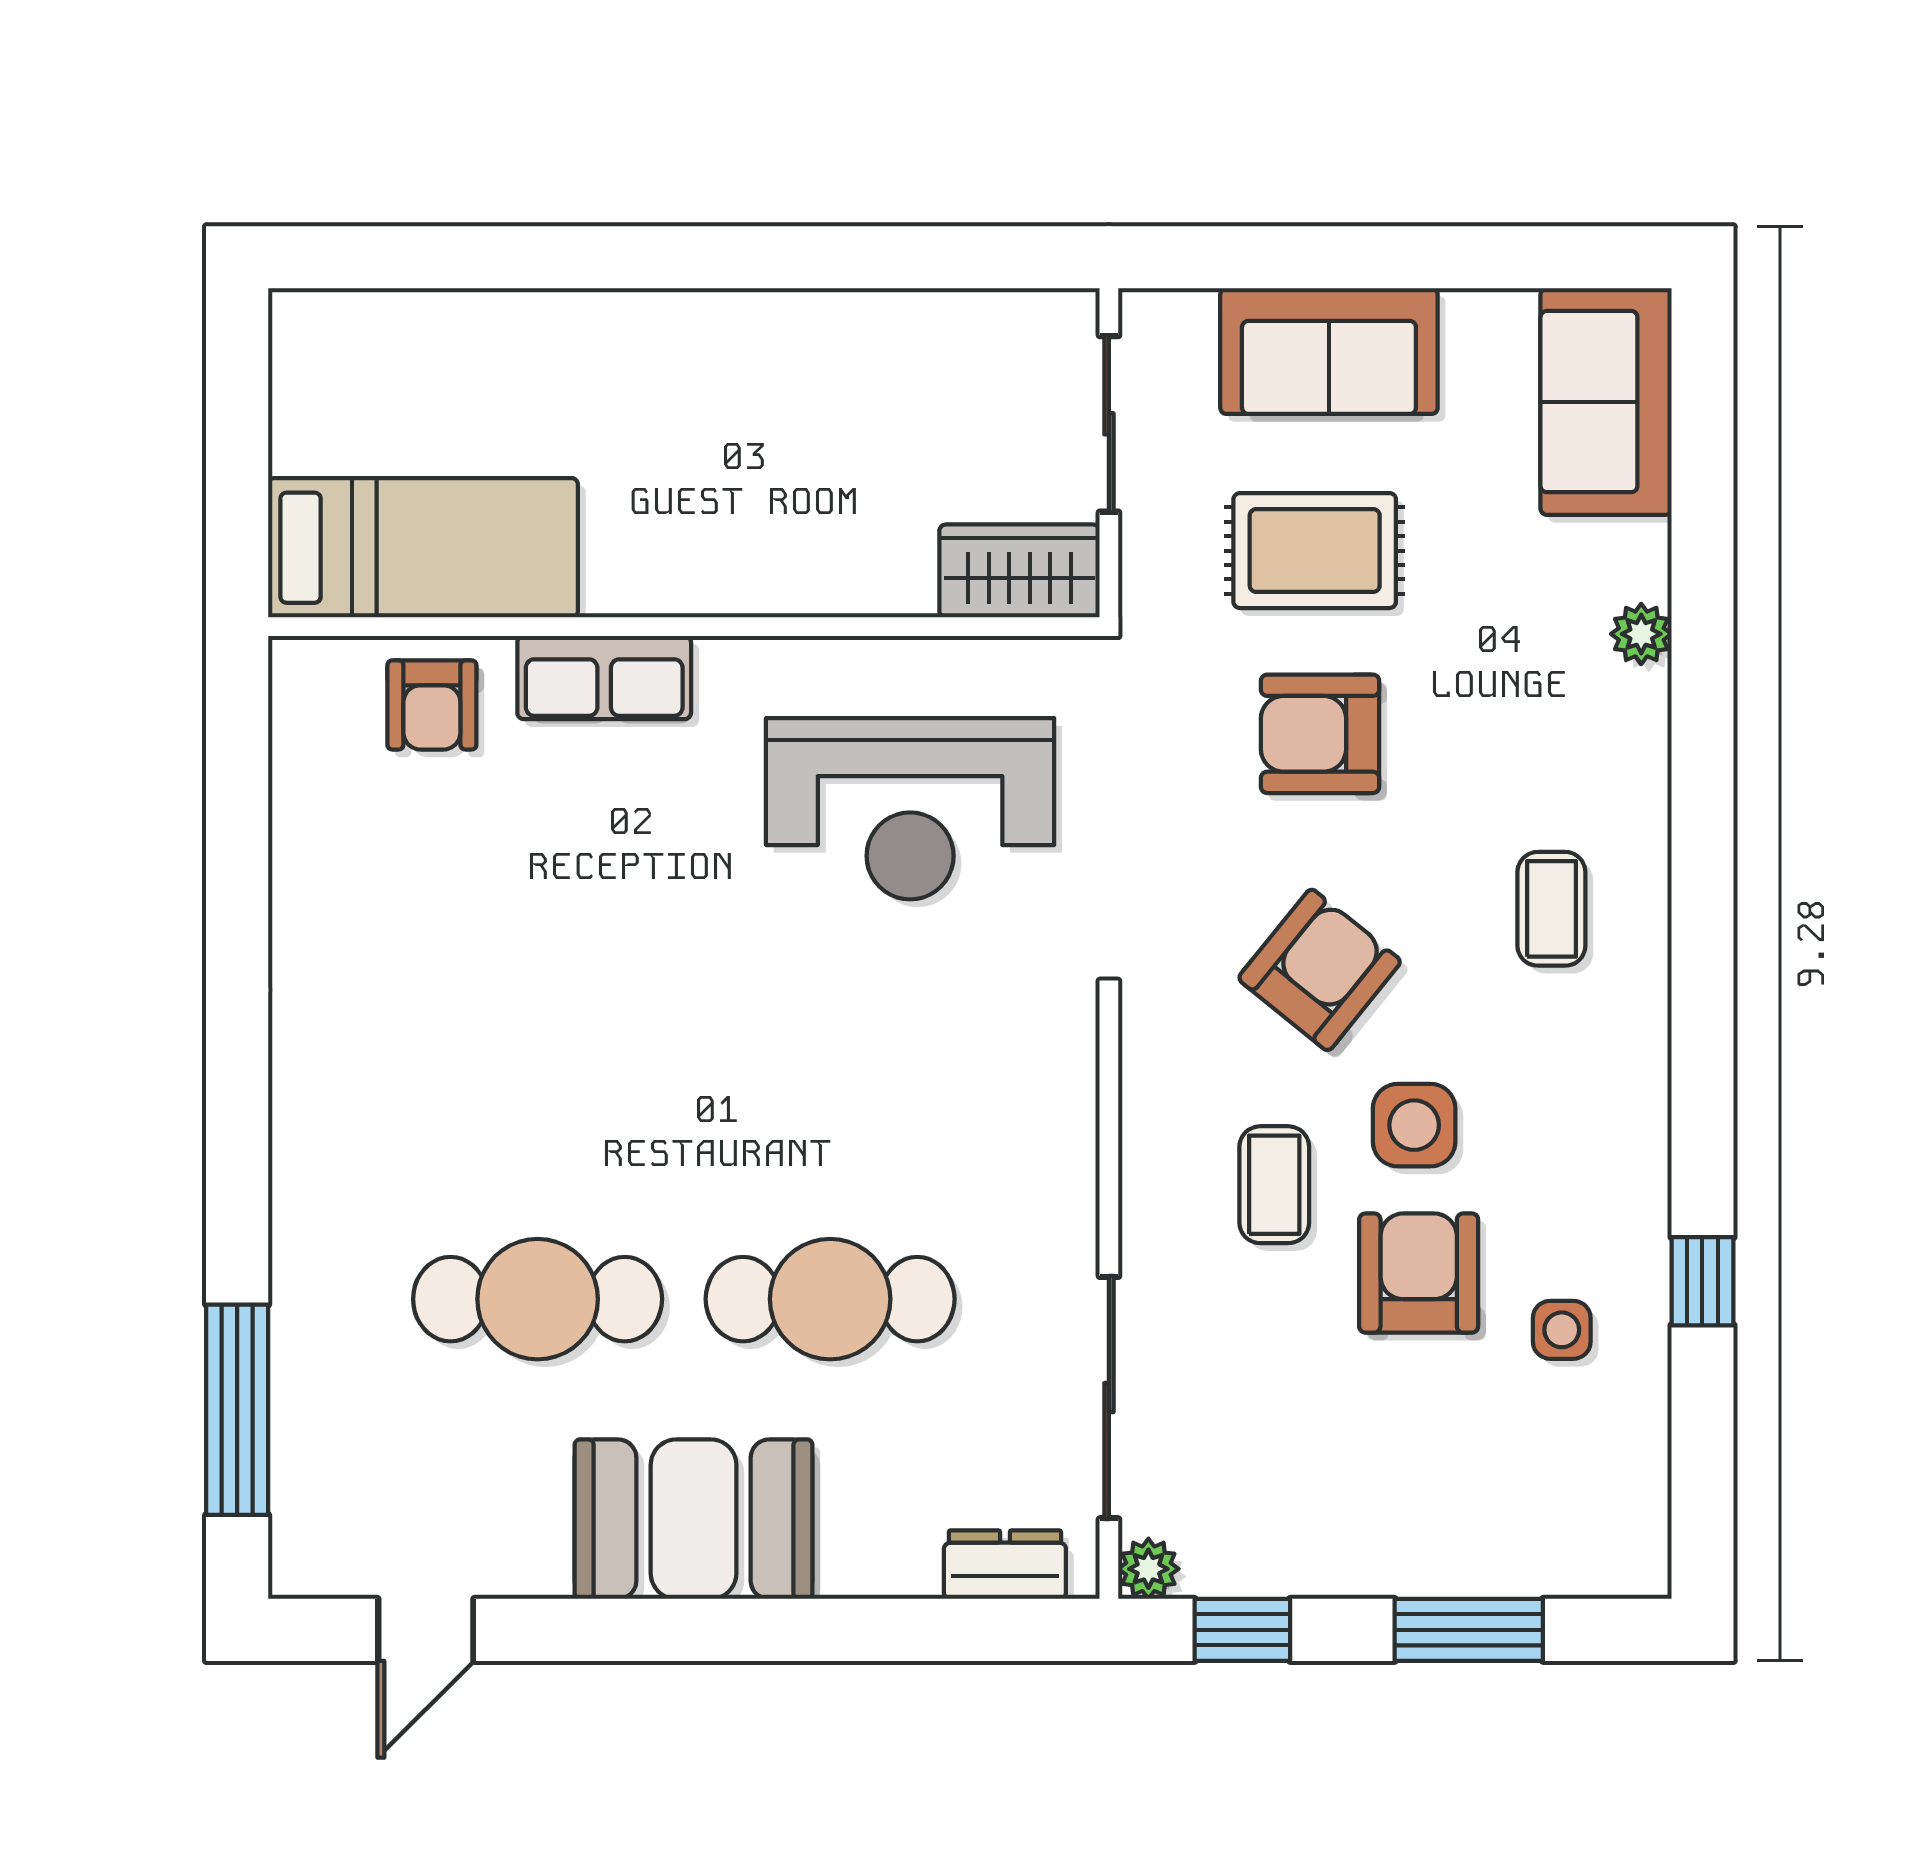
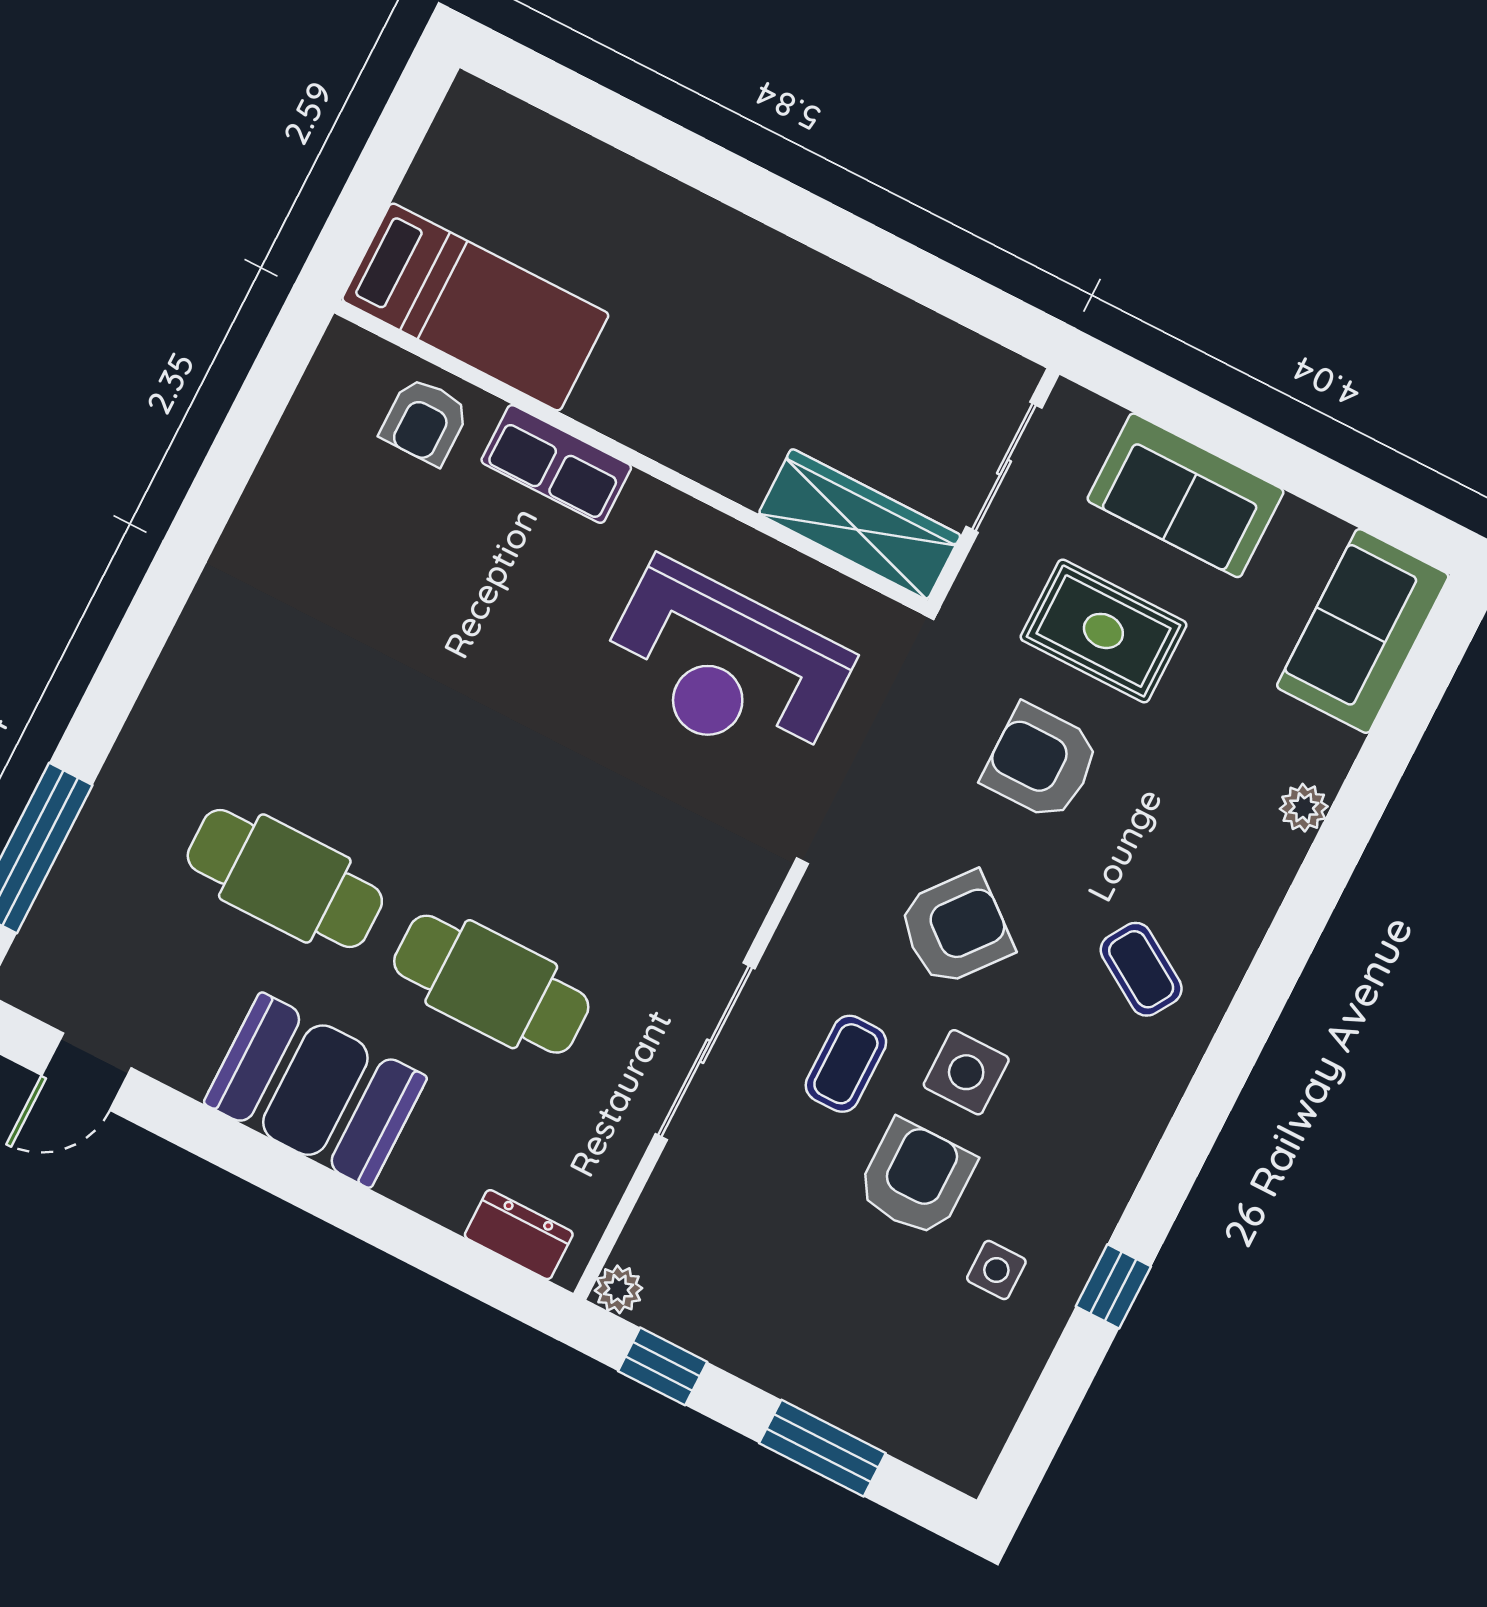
wardrobe: (1020, 571) -> (860, 524), width x1.50
coffee table: (1551, 909) -> (1141, 969), turned -58
sliding door: (1109, 1398) -> (705, 1051), moved

